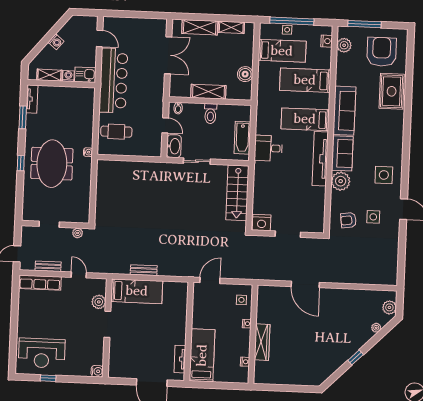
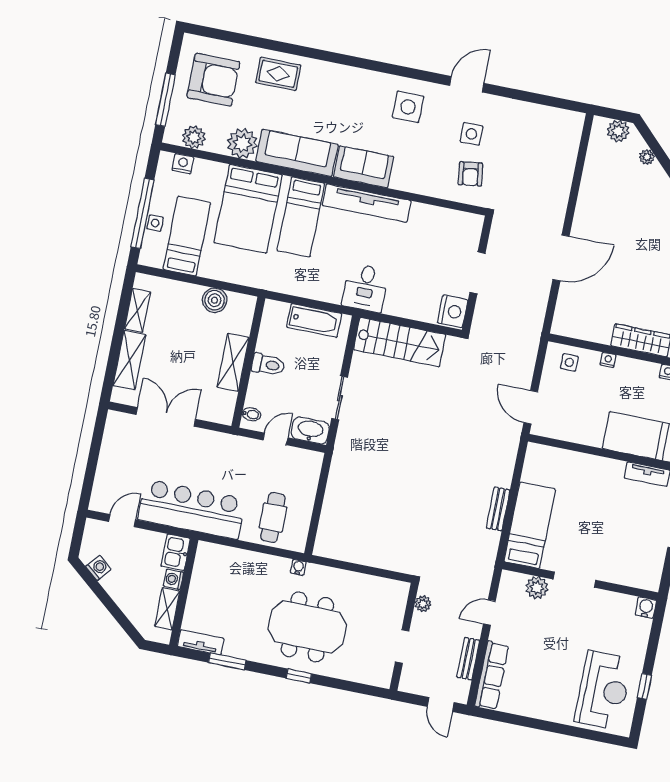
washing machine: (56, 42) -> (98, 568), moved
armchair: (382, 52) -> (213, 80), turned 180
bed: (305, 80) -> (248, 209), width x1.50
rug: (392, 91) -> (278, 74), width x0.73, depth x0.70
desk: (268, 148) -> (365, 288), moved
plant: (341, 181) -> (242, 143), moved

